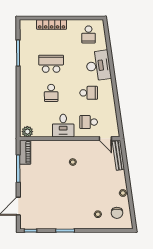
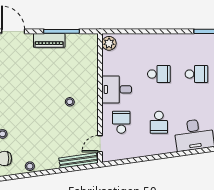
school desk: (51, 64) -> (196, 74), width x0.54
school desk: (51, 93) -> (159, 74), turned 180
piano: (25, 152) -> (49, 40), moved

